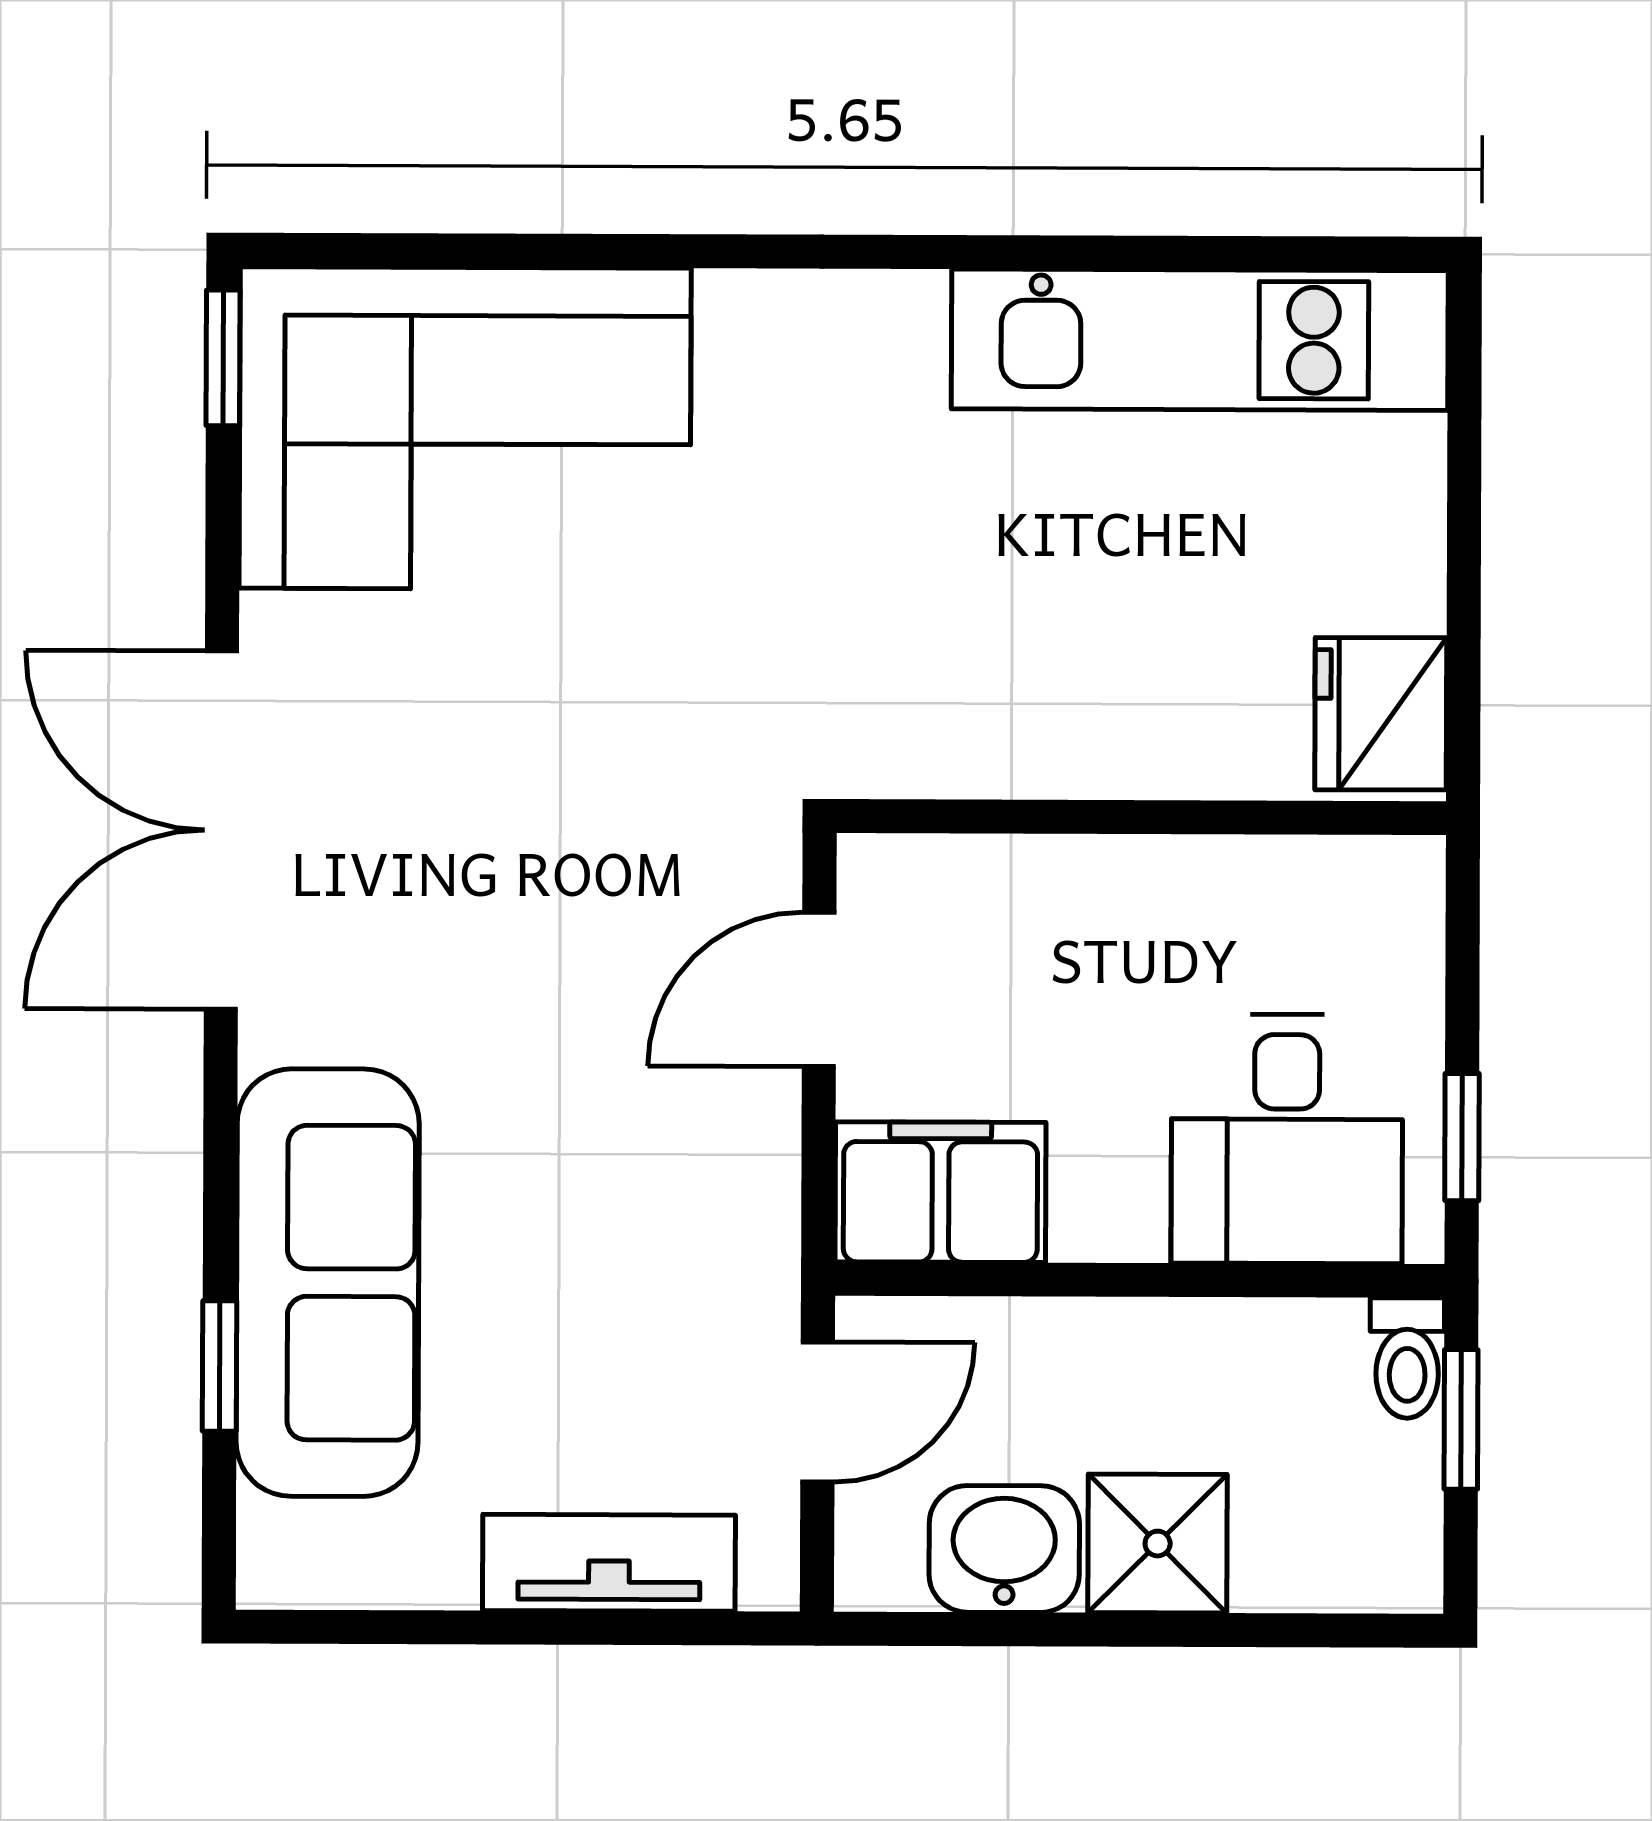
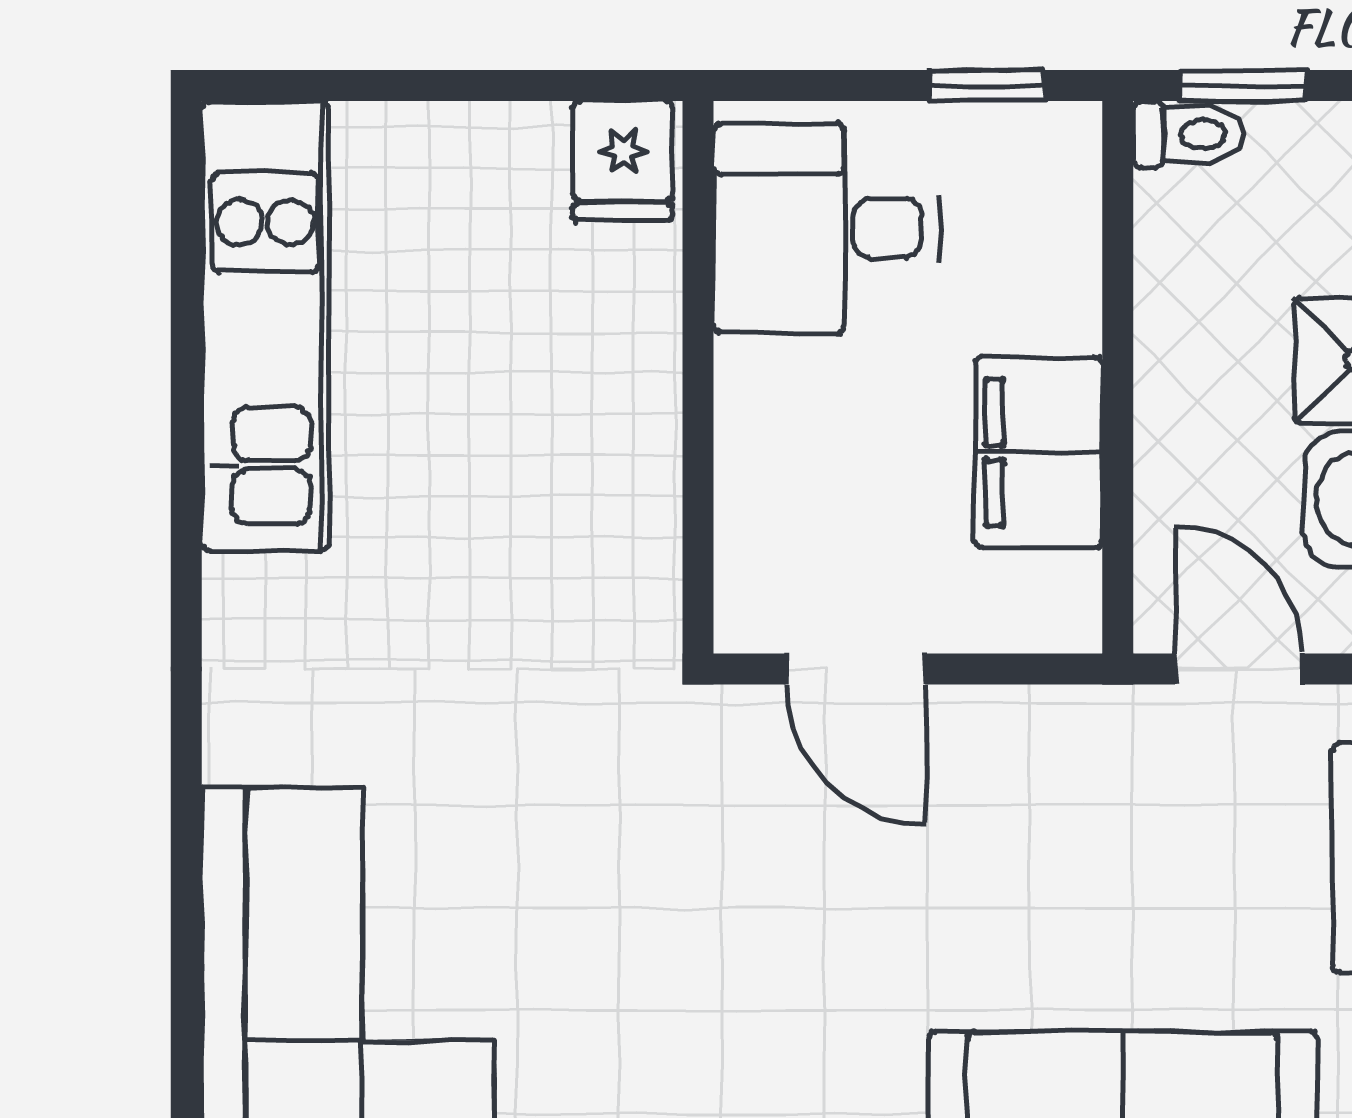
fridge: (1381, 714) -> (623, 160), width x0.72
desk: (1287, 1139) -> (826, 228), moved, turned 180
filing cabinet: (941, 1192) -> (1039, 452), moved

